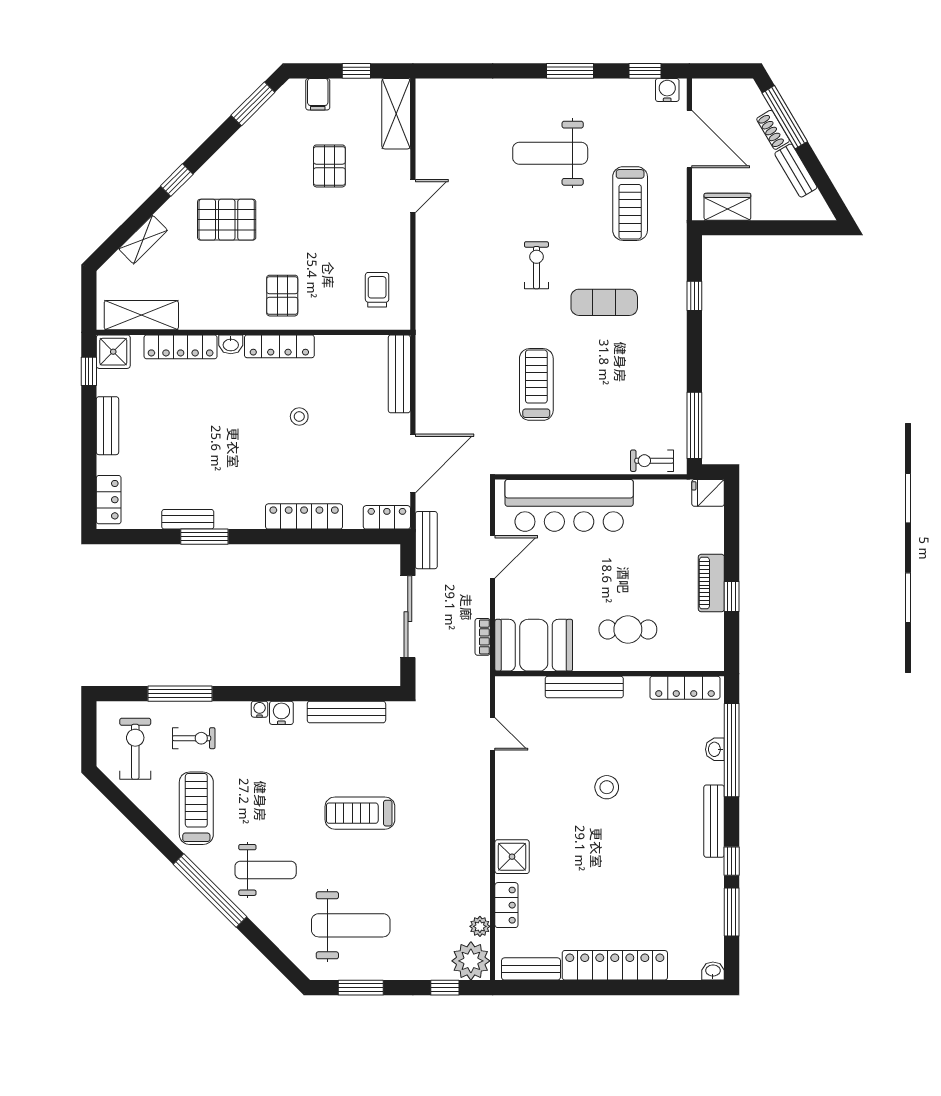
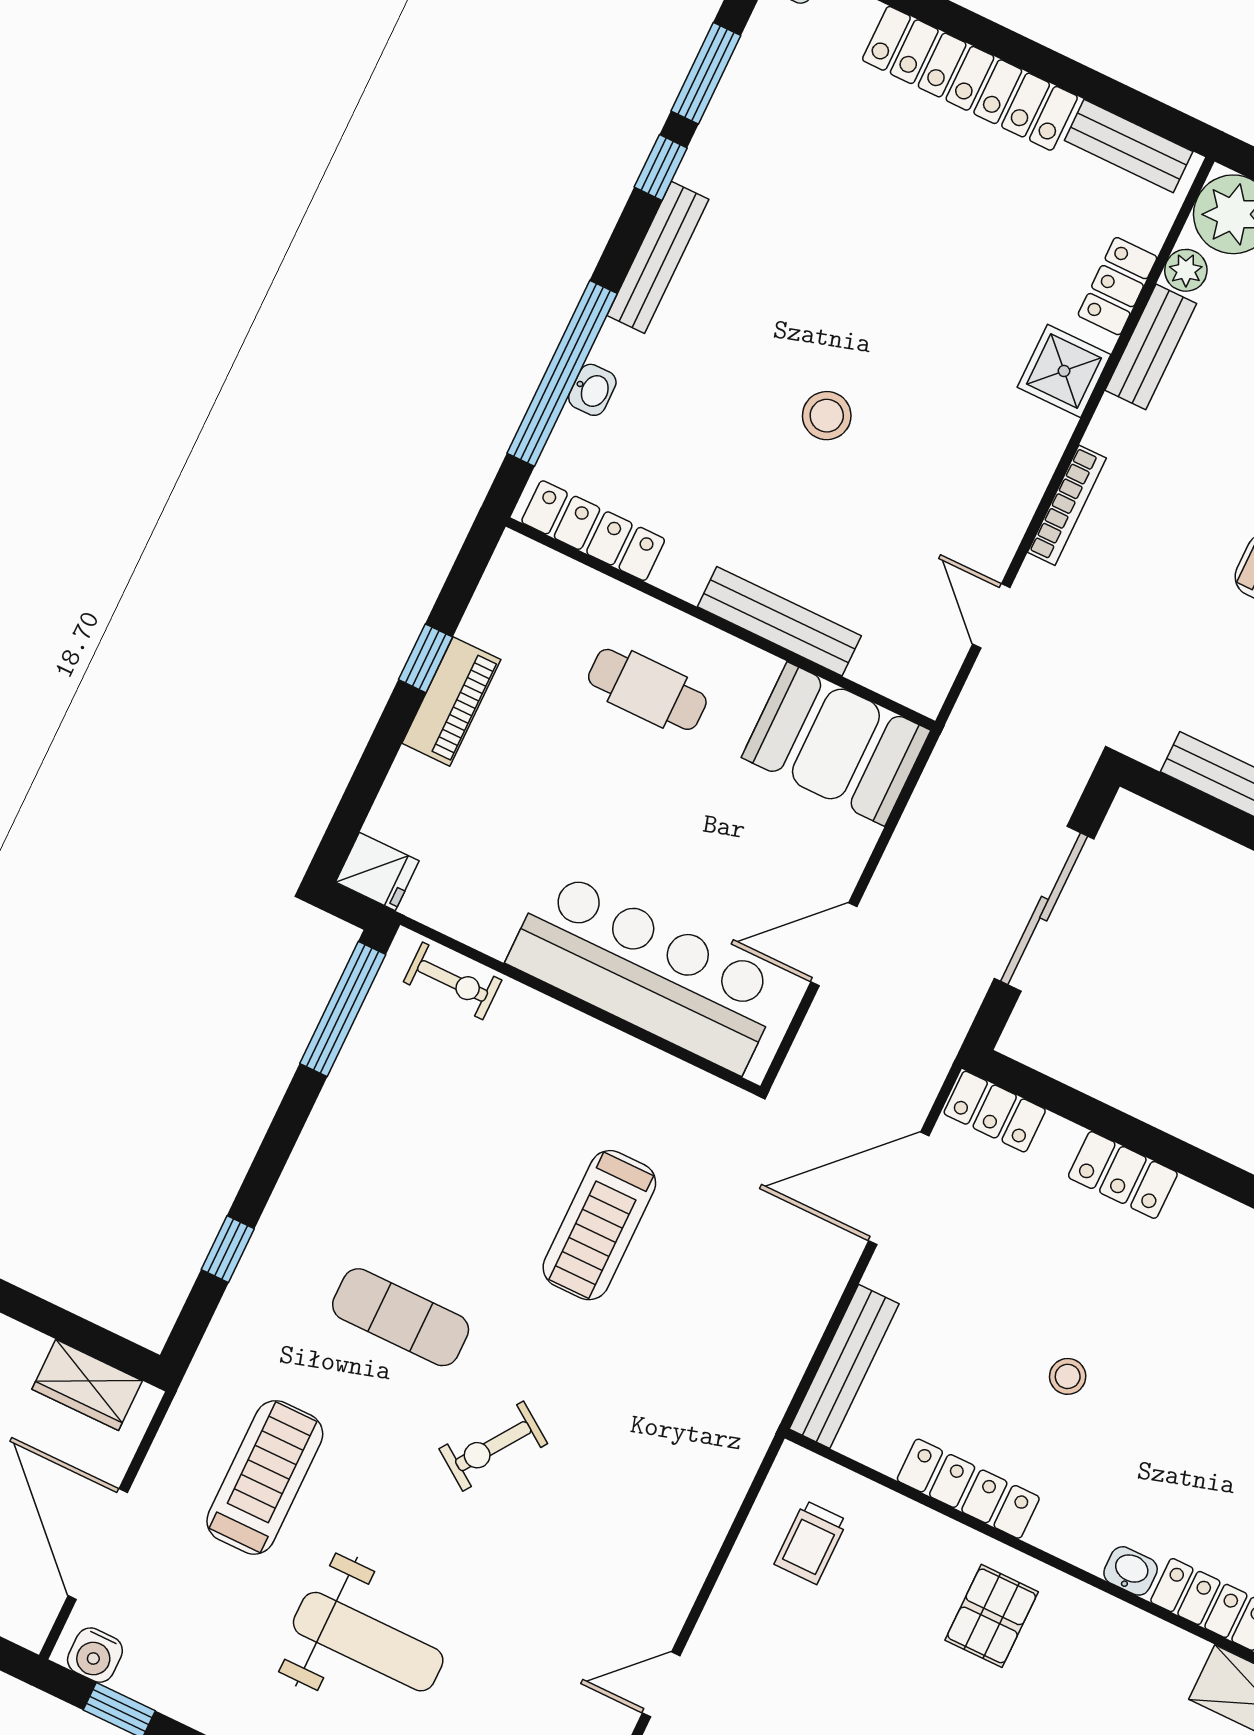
exercise bike: (536, 265) -> (493, 1446), turned 35
locker: (279, 346) -> (968, 1489), moved
locker: (304, 516) -> (1123, 1175), width x0.66
bench: (426, 540) -> (1151, 347), moved
bookcase: (483, 637) -> (1067, 505), moved, width x1.56

